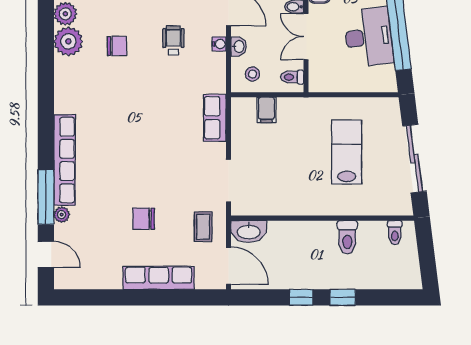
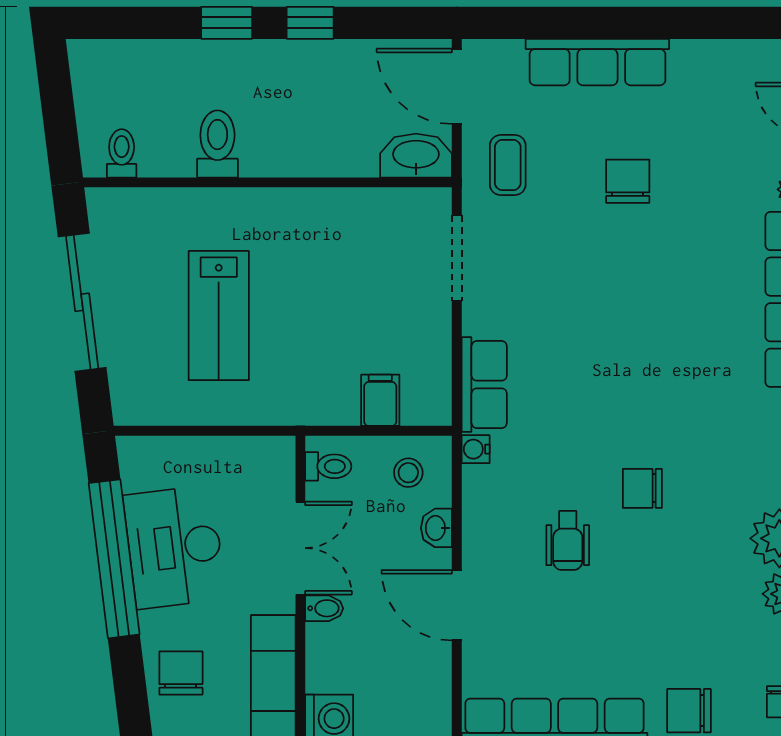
water cooler: (219, 44) -> (476, 449), moved
chair: (117, 46) -> (642, 488), moved
chair: (144, 219) -> (628, 181), turned -90

